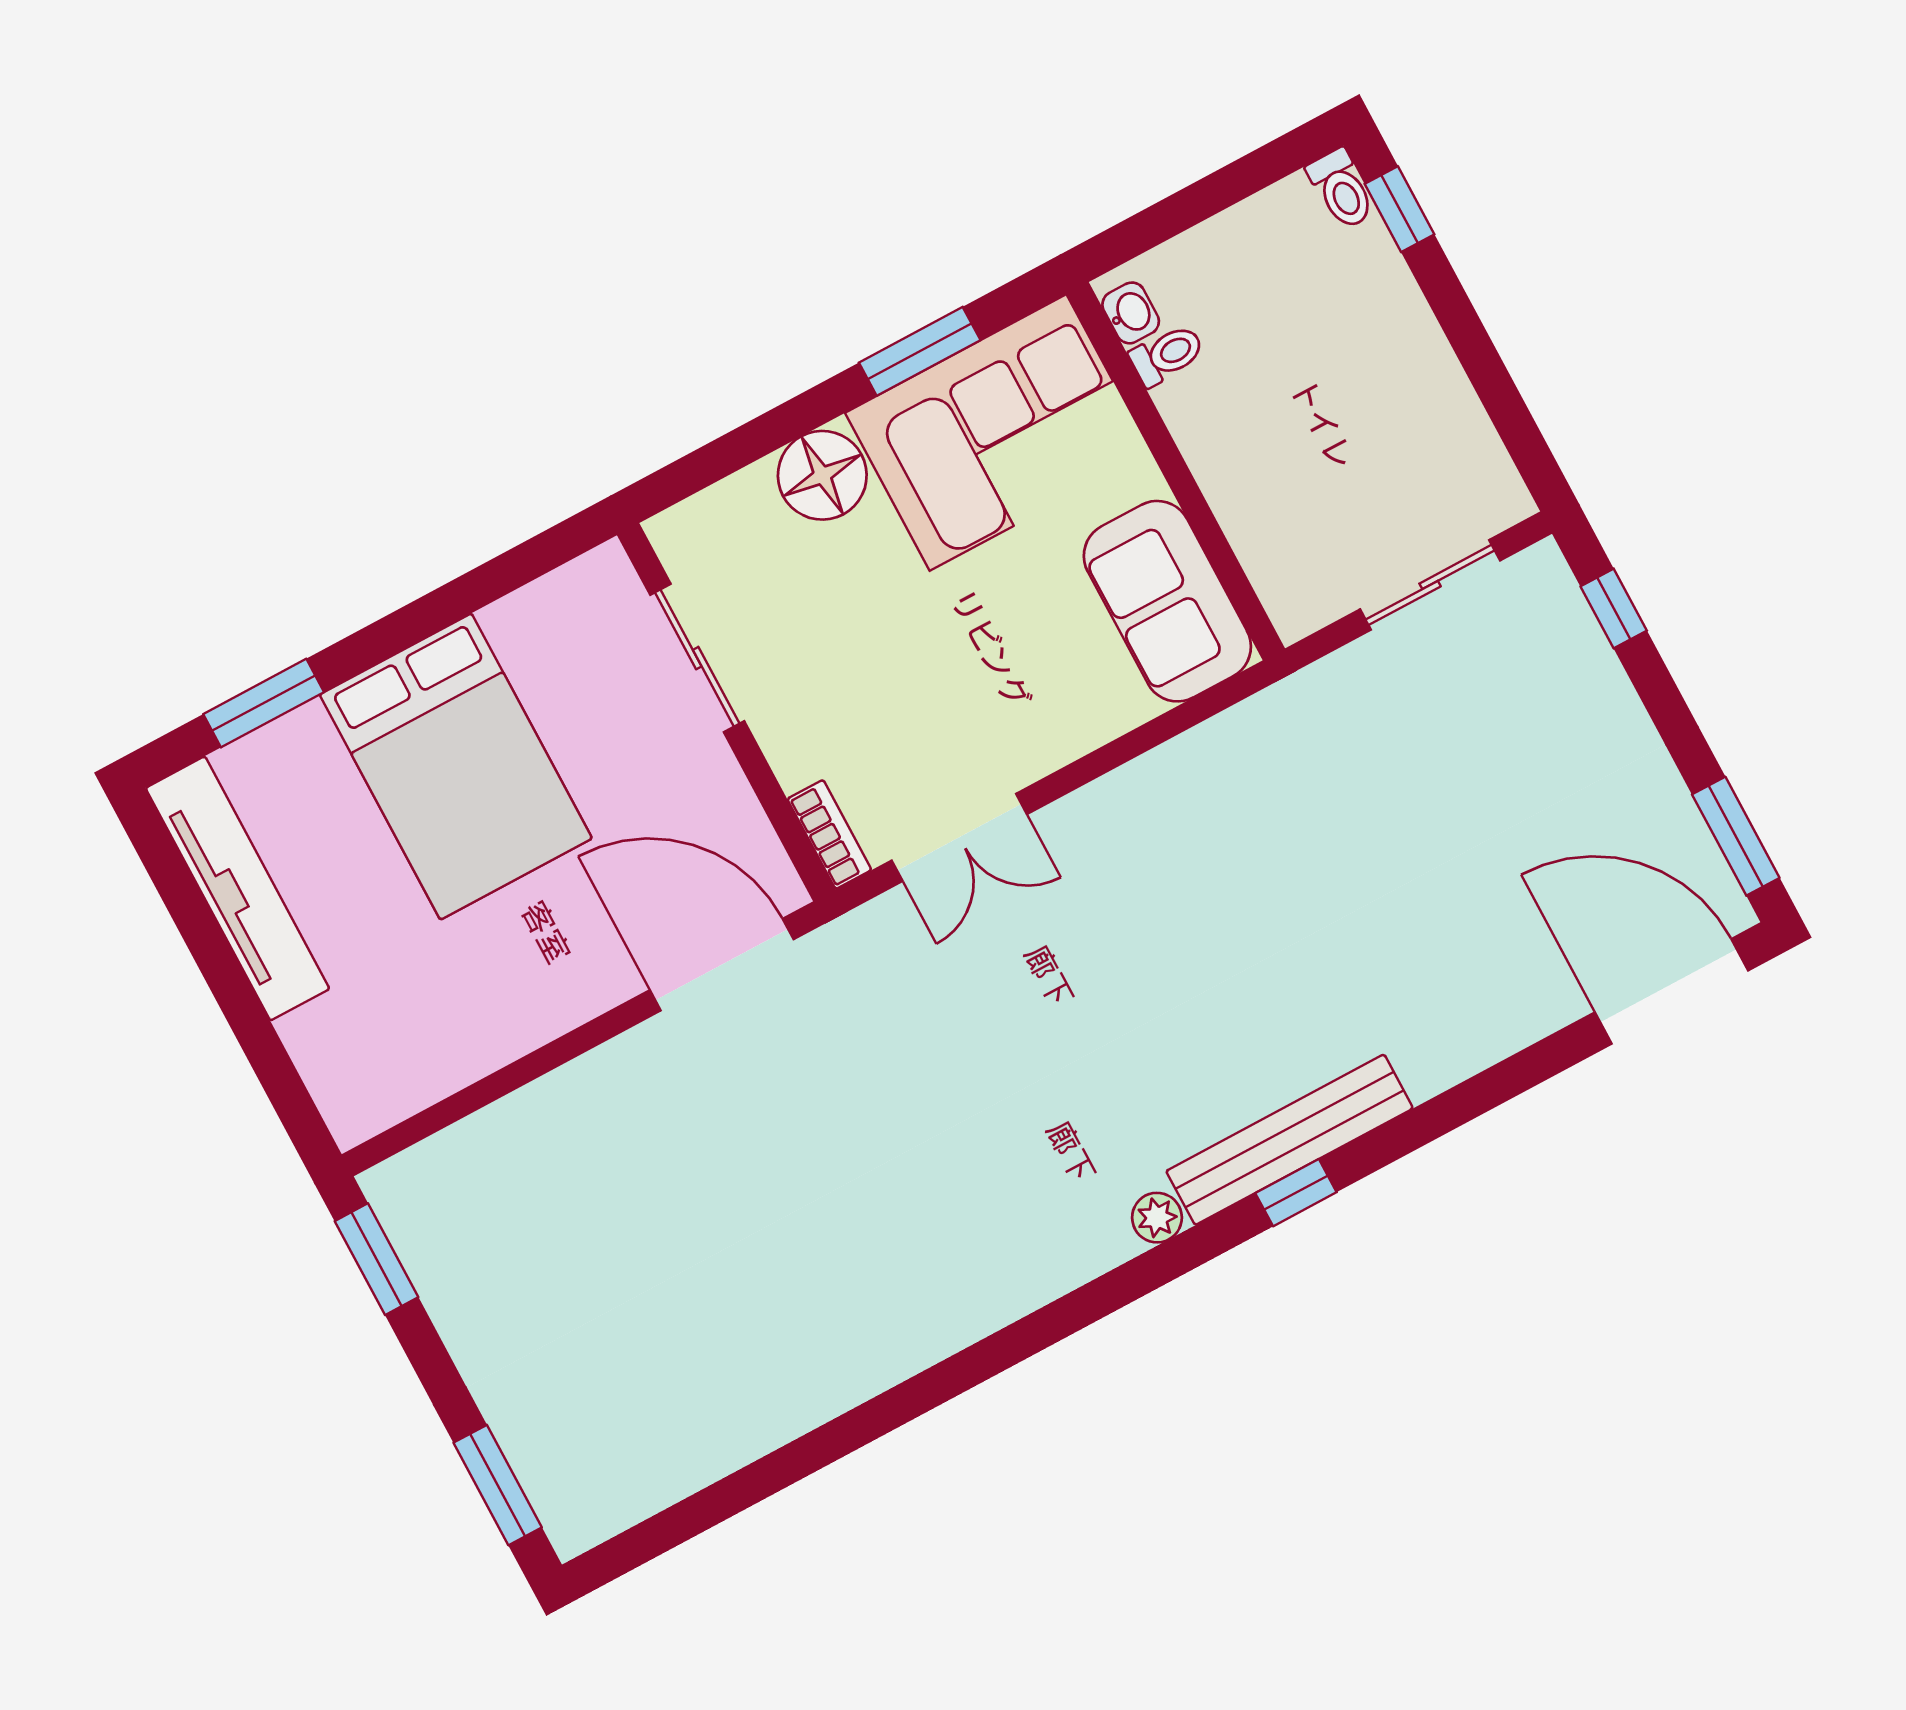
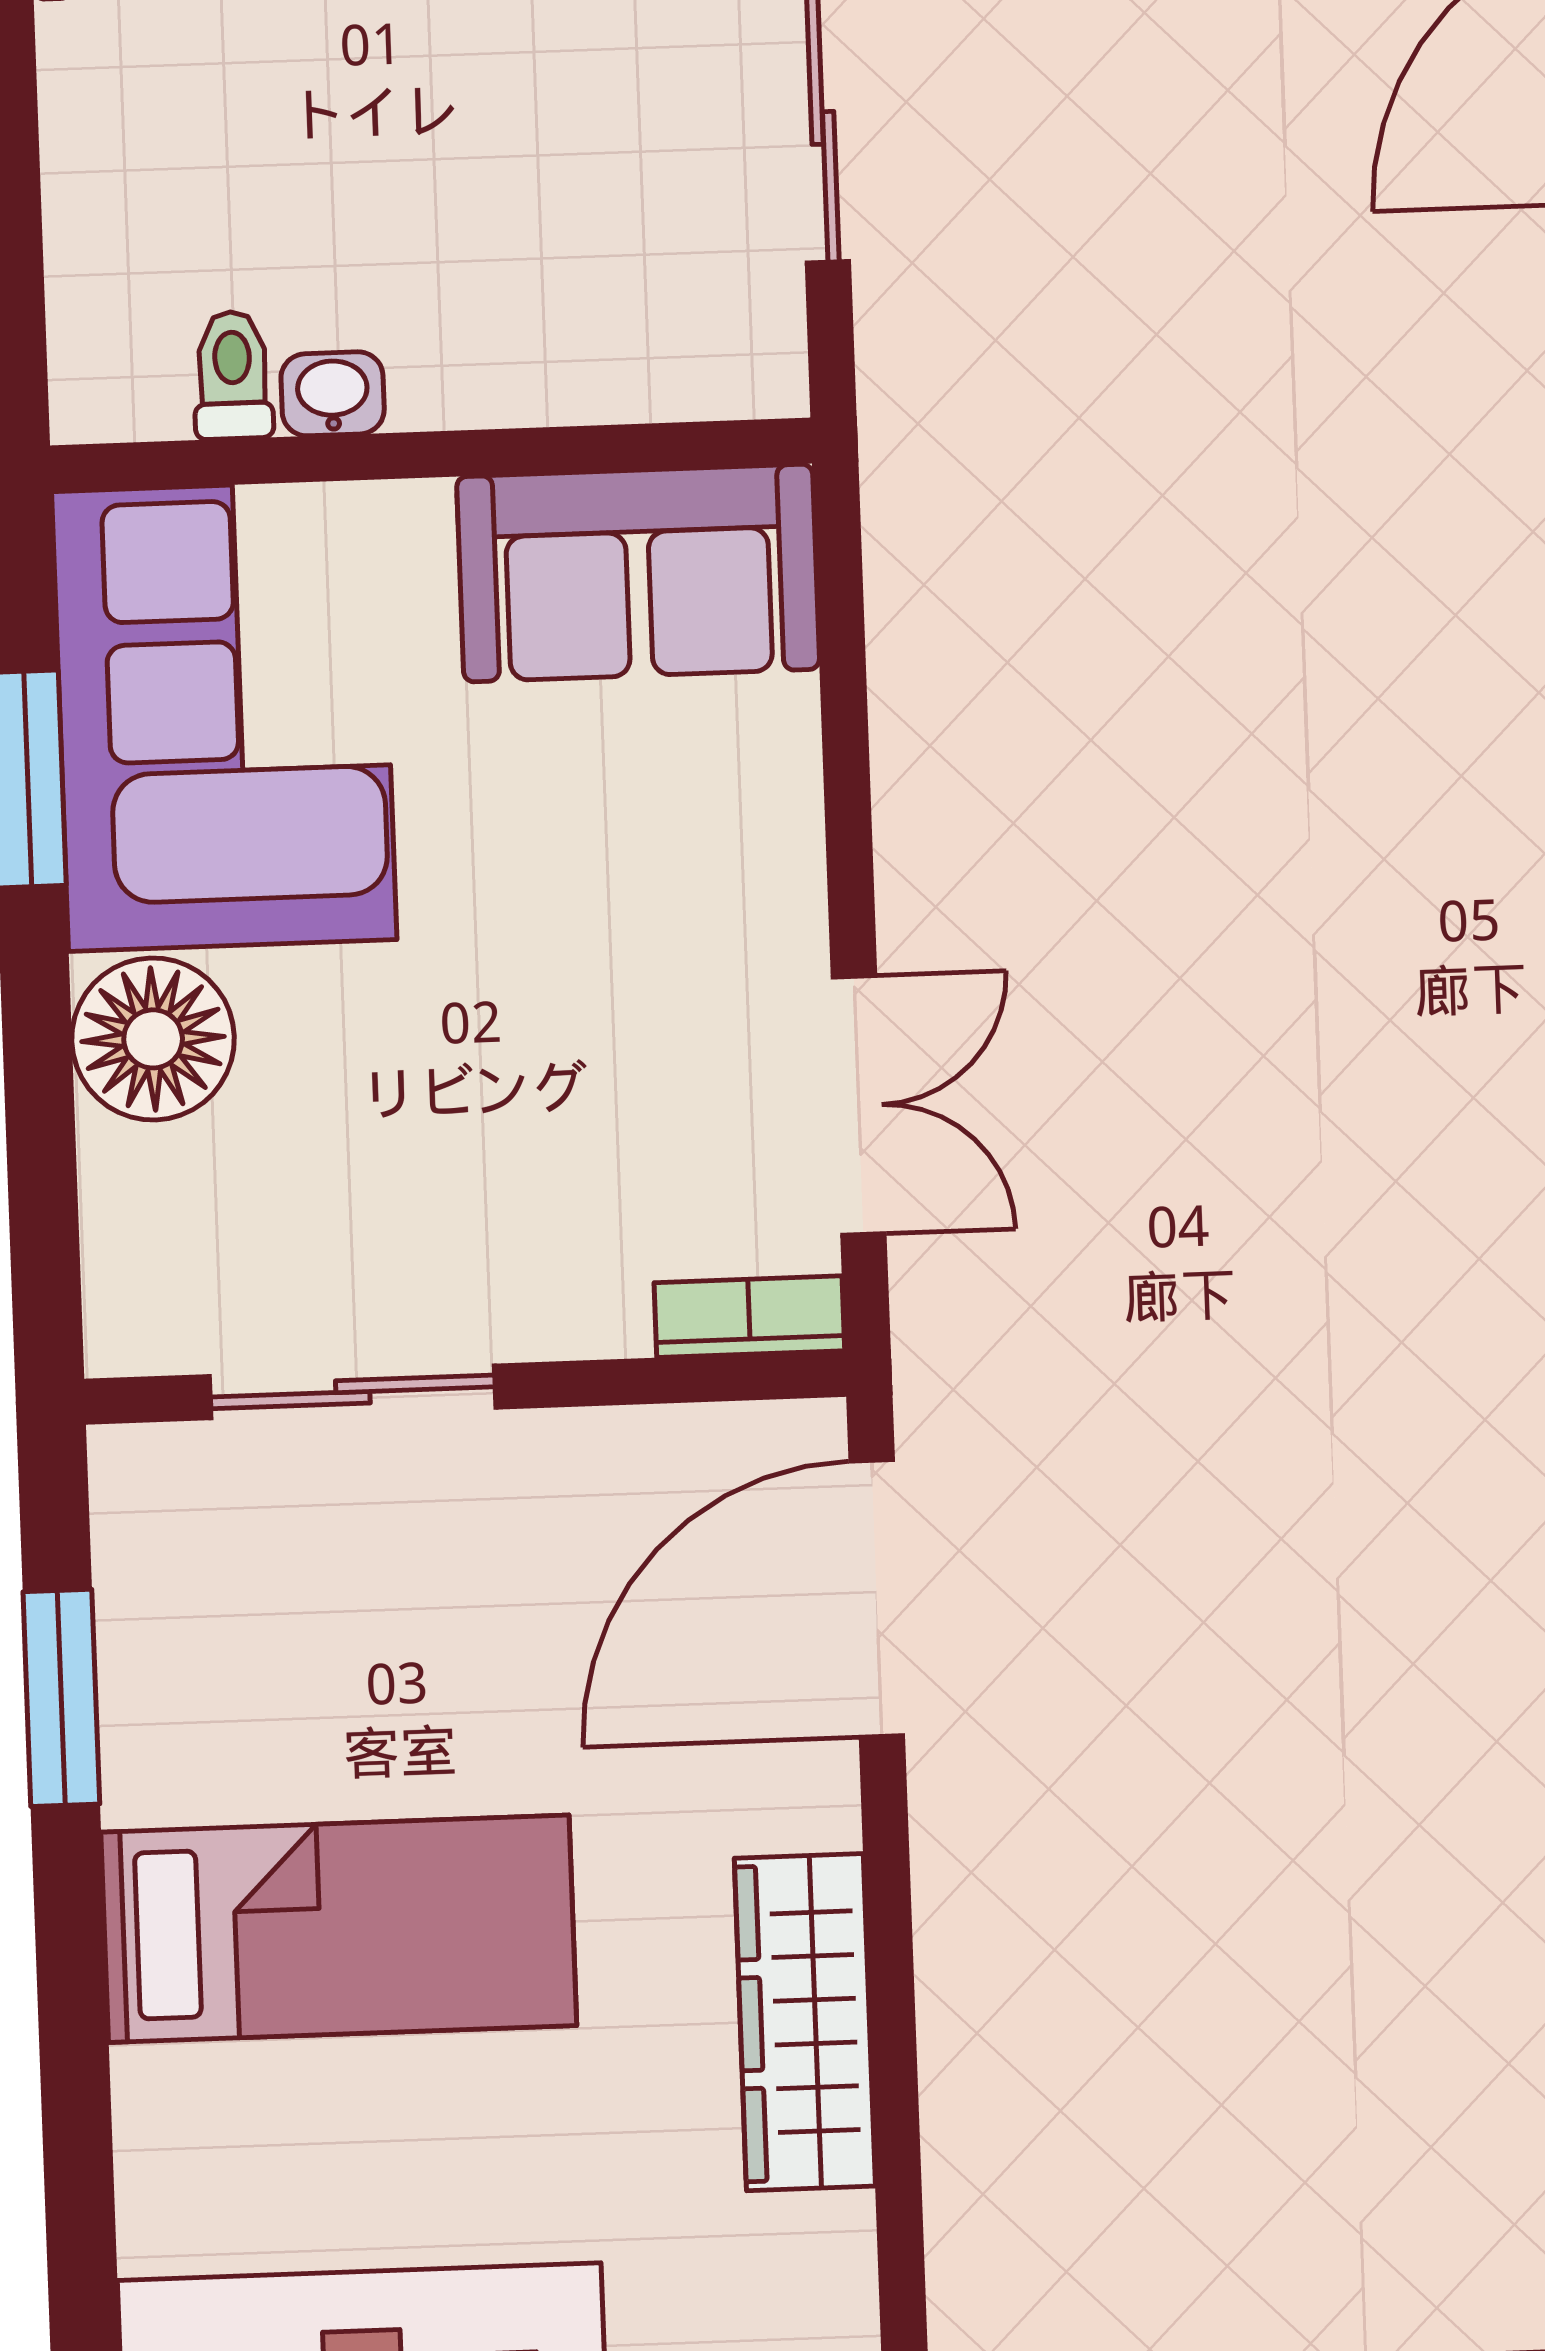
washbasin: (1131, 313) -> (333, 394), moved
window: (264, 703) -> (61, 1698), moved
bed: (456, 767) -> (339, 1929), width x0.67
wardrobe: (497, 1031) -> (805, 2022), added

